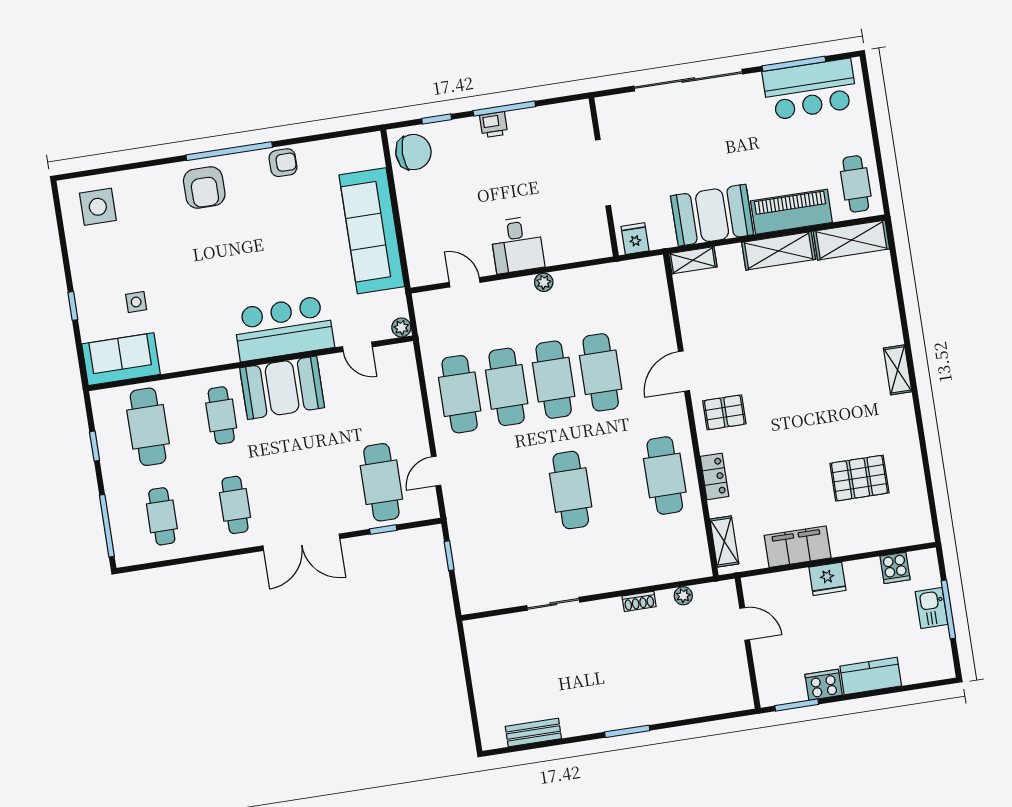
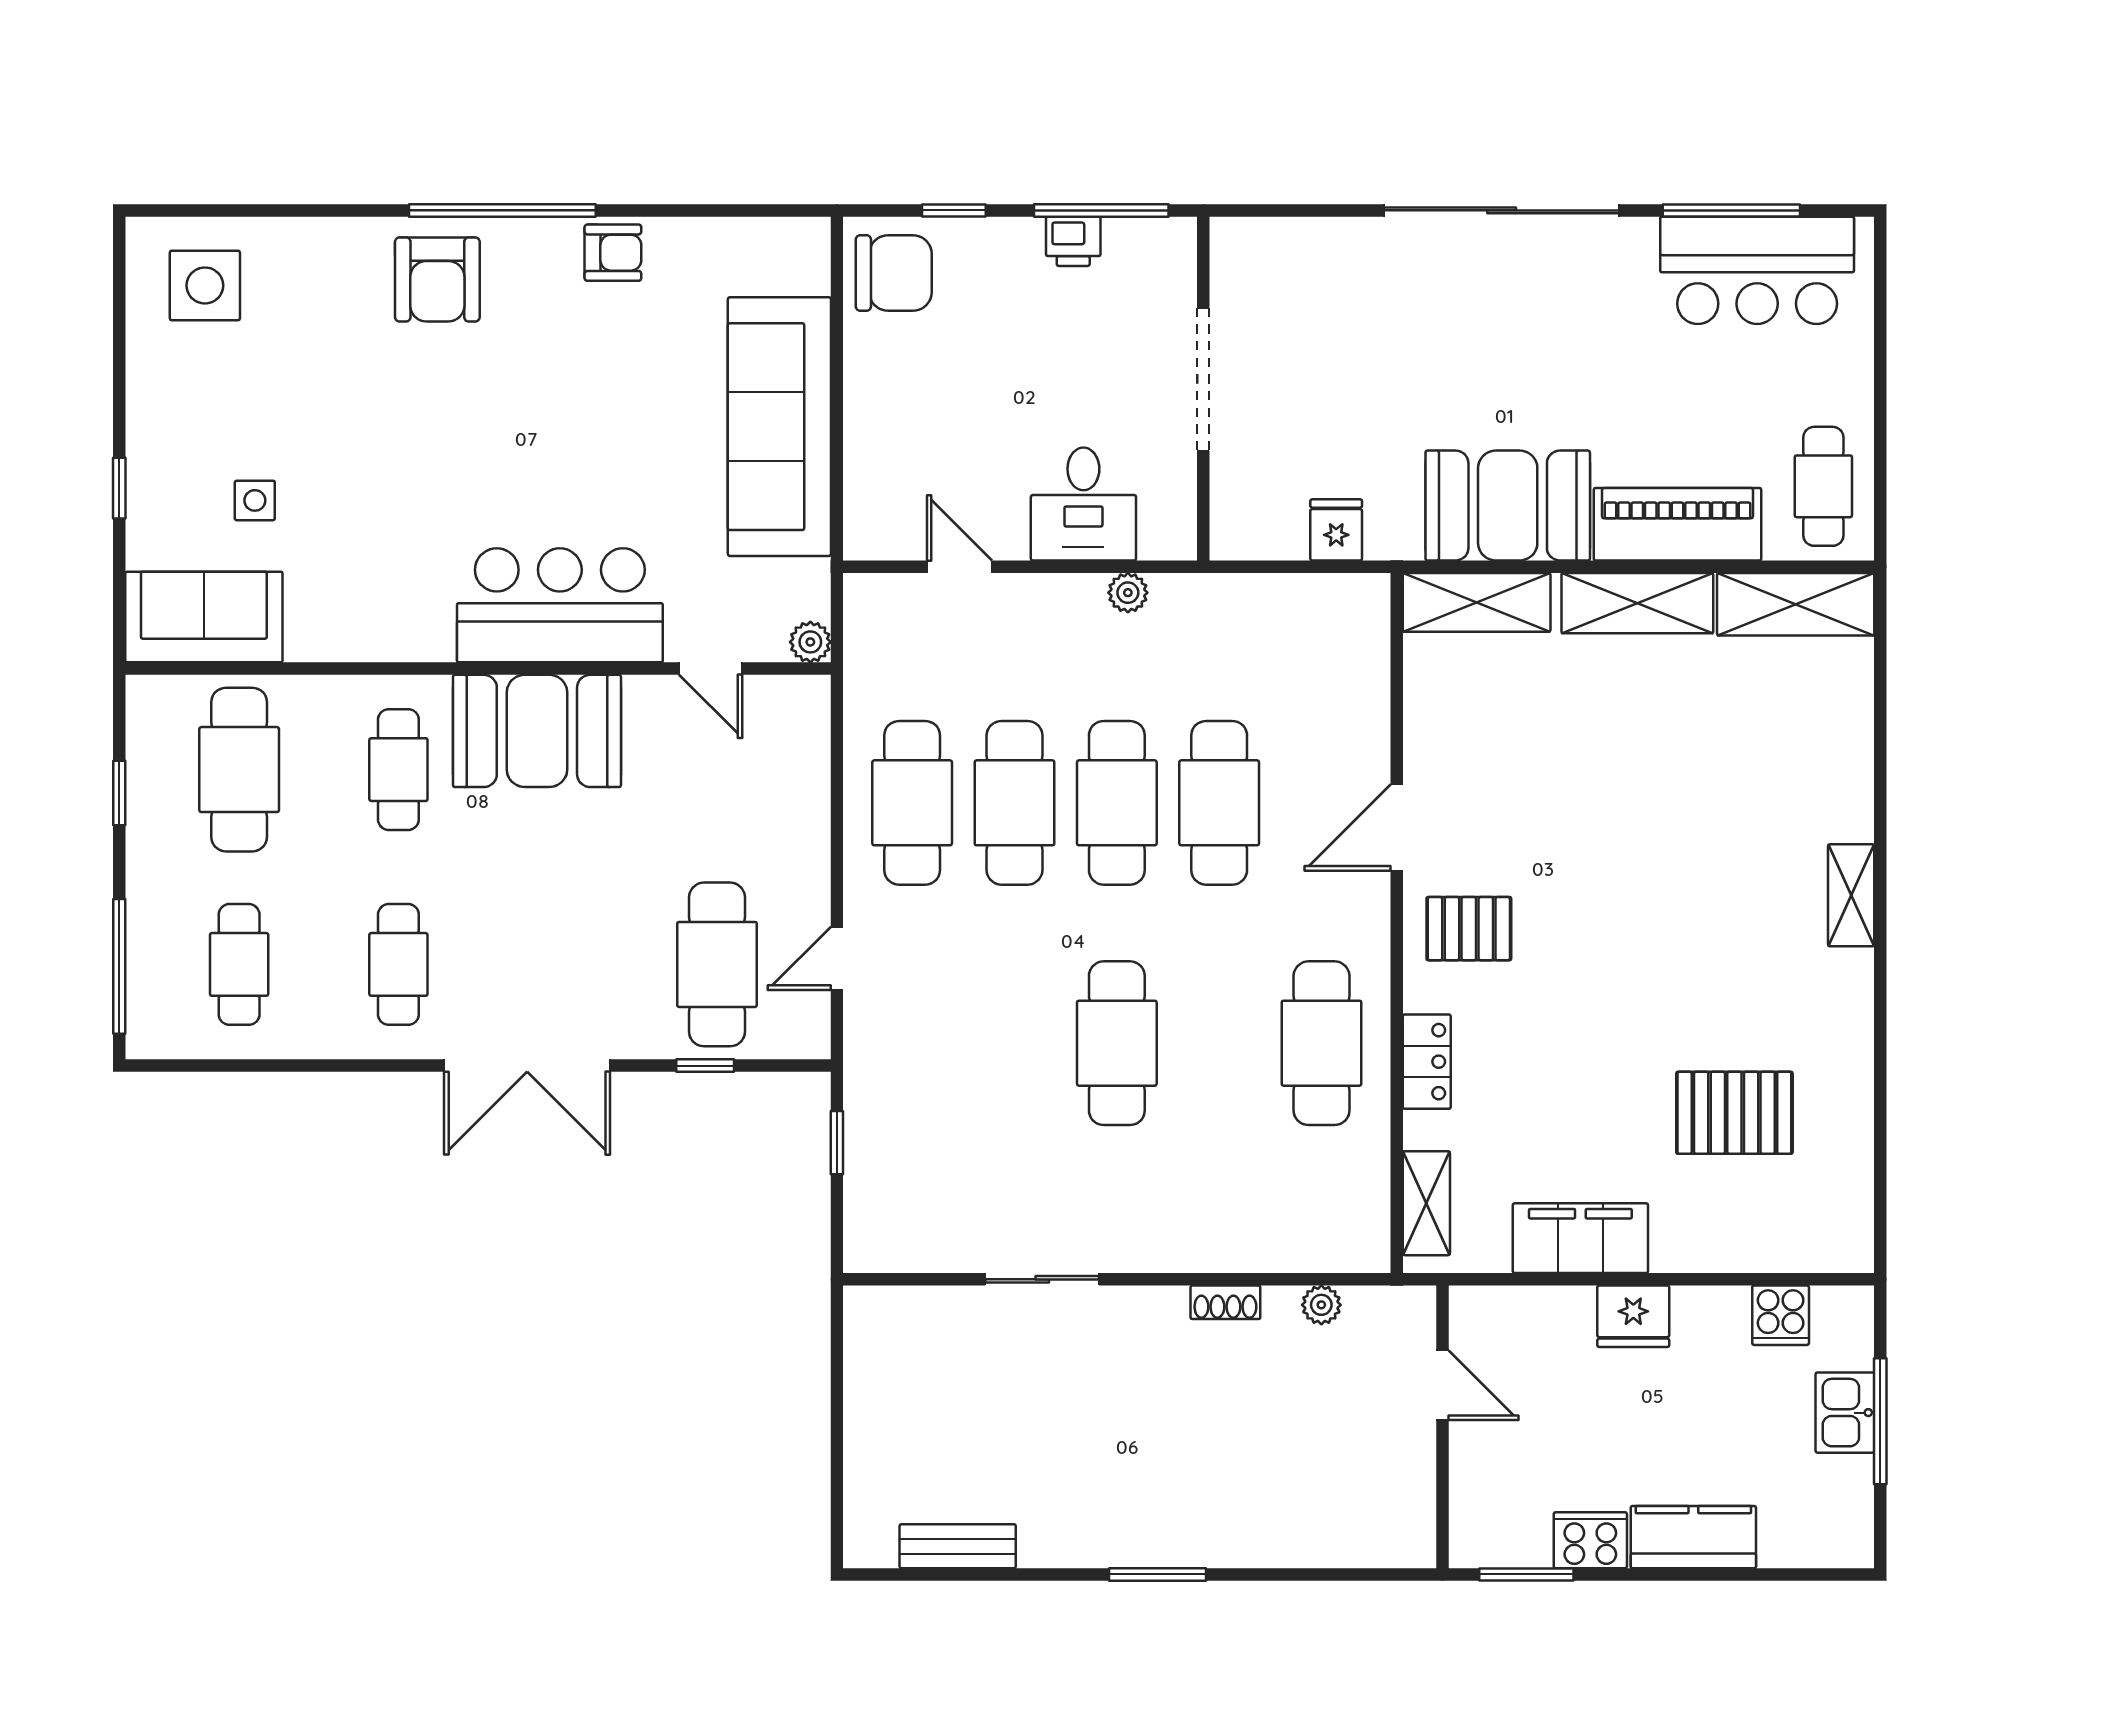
doorway: (603, 173) -> (1203, 379), moved
wall: (604, 177) -> (1203, 389), moved
shelving: (693, 260) -> (1477, 602), width x1.50, depth x1.33

